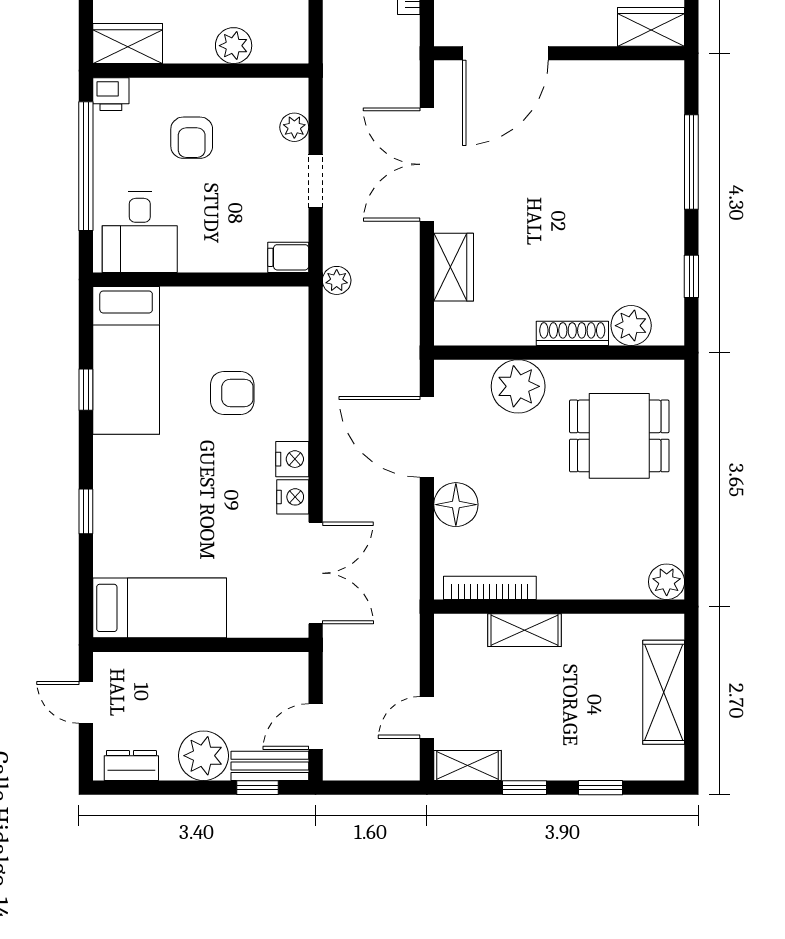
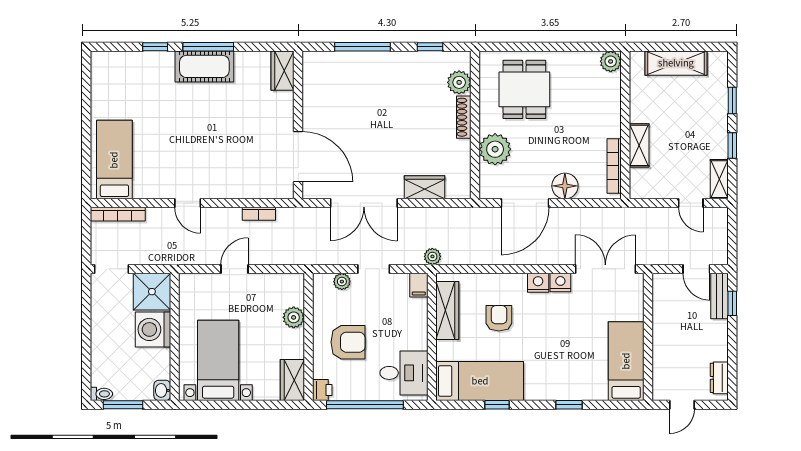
armchair: (192, 138) -> (348, 342), width x1.38, depth x1.38
wardrobe: (245, 305) -> (447, 311), added
plant: (204, 756) -> (713, 335), removed

